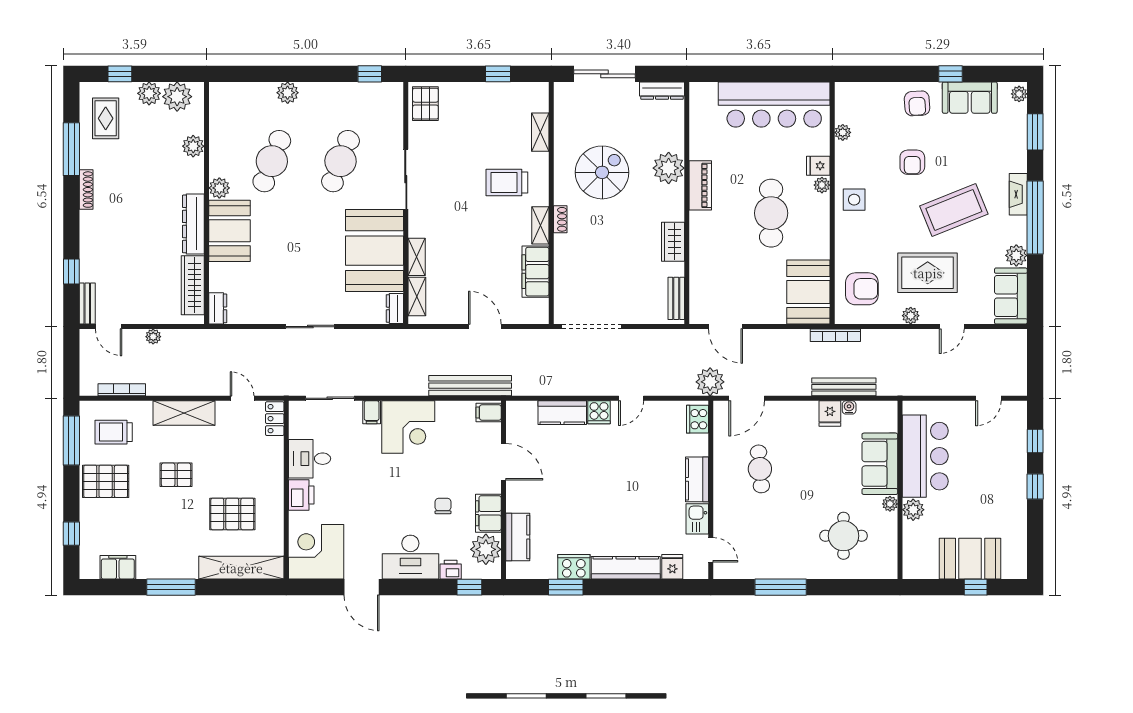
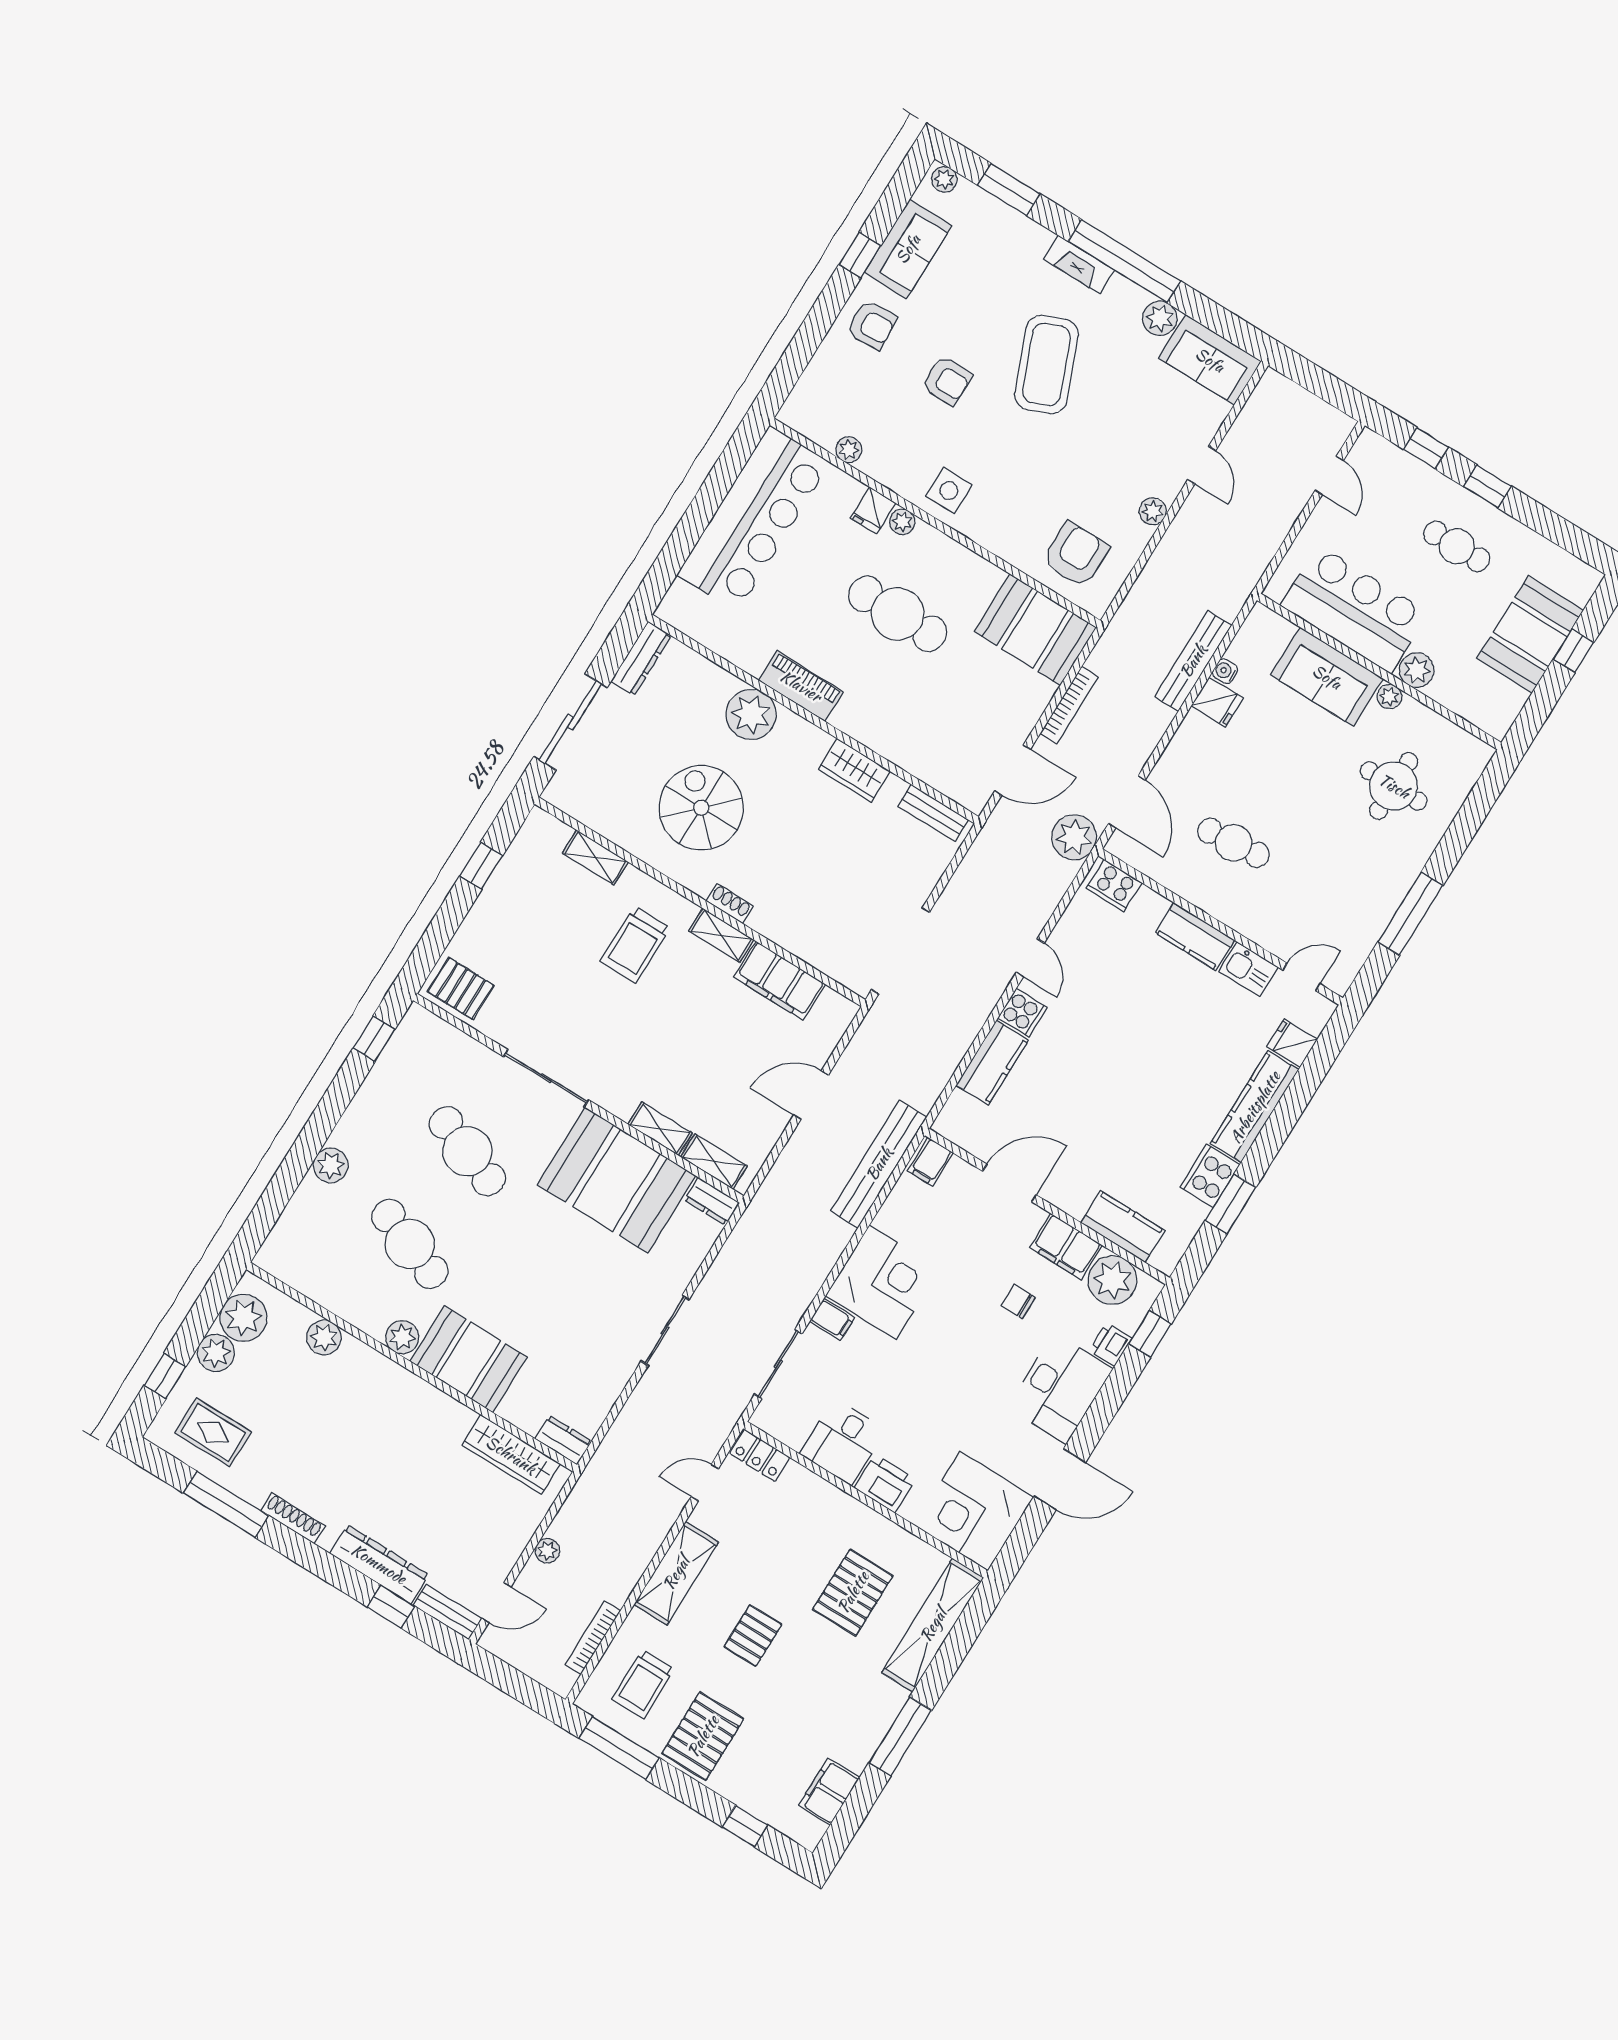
dresser: (193, 224) -> (379, 1564), moved, turned 180
rug: (928, 273) -> (1109, 453), removed
bookcase: (835, 335) -> (1069, 705), moved
cafe table: (993, 490) -> (1457, 546), added

